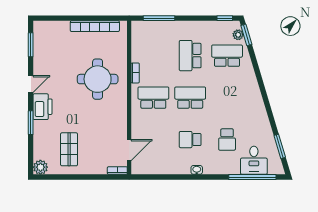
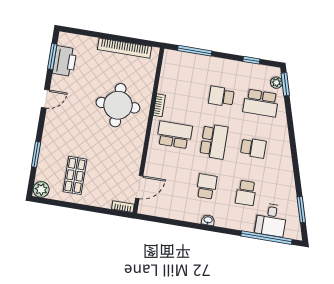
window: (225, 18) -> (251, 60), moved
school desk: (190, 56) -> (221, 96), width x0.54
school desk: (227, 56) -> (261, 103), turned 180
school desk: (190, 98) -> (214, 141), turned 90
school desk: (227, 98) -> (253, 148), added
printer: (43, 107) -> (65, 61), moved
window: (31, 123) -> (36, 154), moved
school desk: (190, 140) -> (206, 186), turned 90

